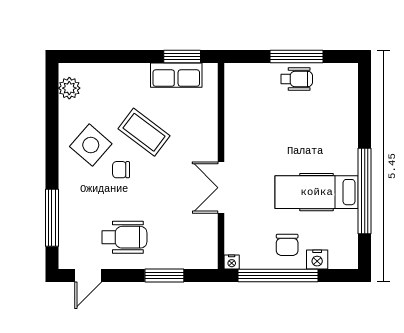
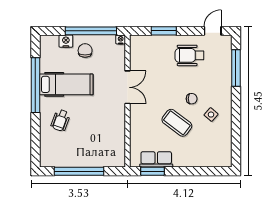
window: (297, 56) -> (79, 171), width x1.46
wheelchair: (297, 79) -> (61, 120), moved, turned -70
plant: (69, 88) -> (225, 151), removed
side table: (91, 145) -> (211, 115), width x0.54, depth x0.54

